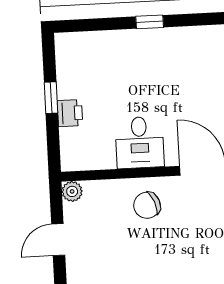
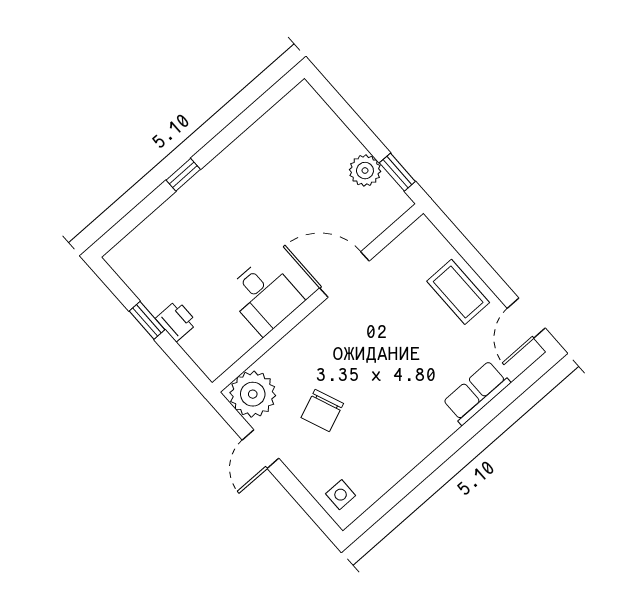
plant: (72, 191) -> (253, 394), width x1.87, depth x1.87
chair: (147, 205) -> (322, 410), moved

